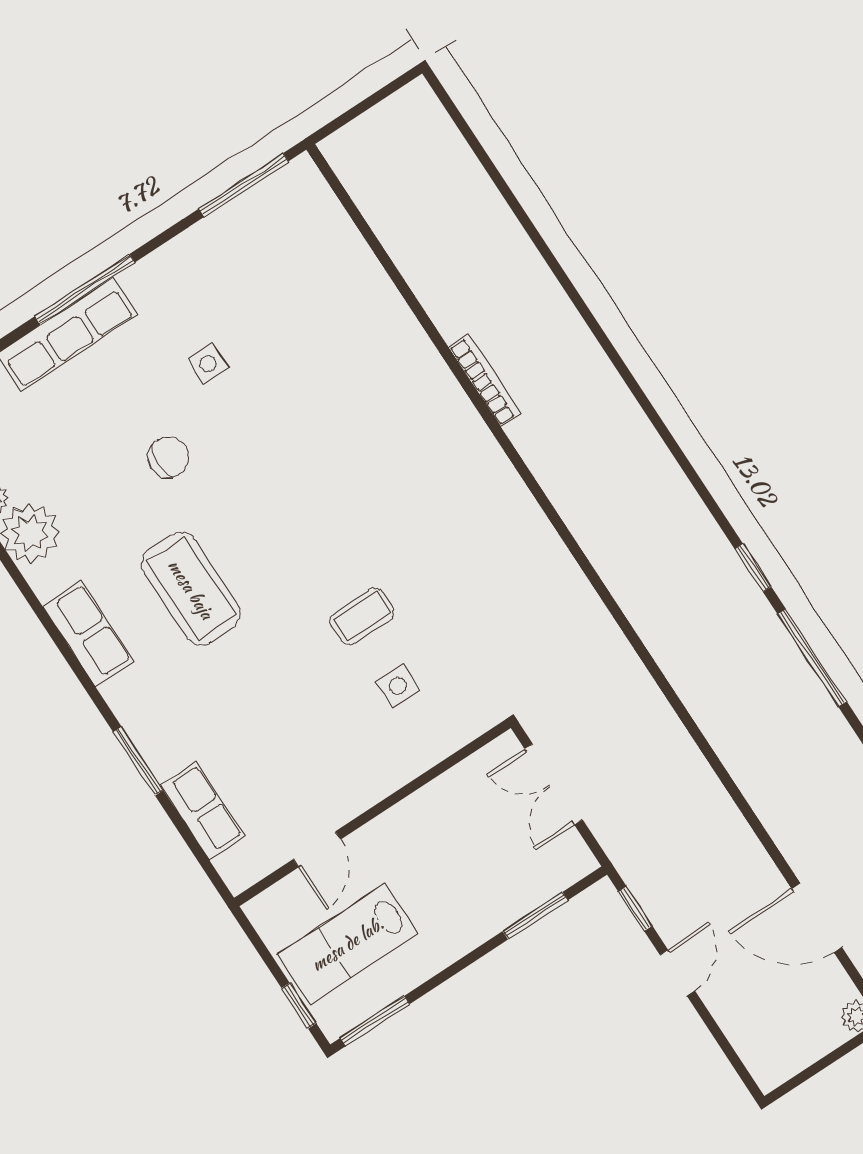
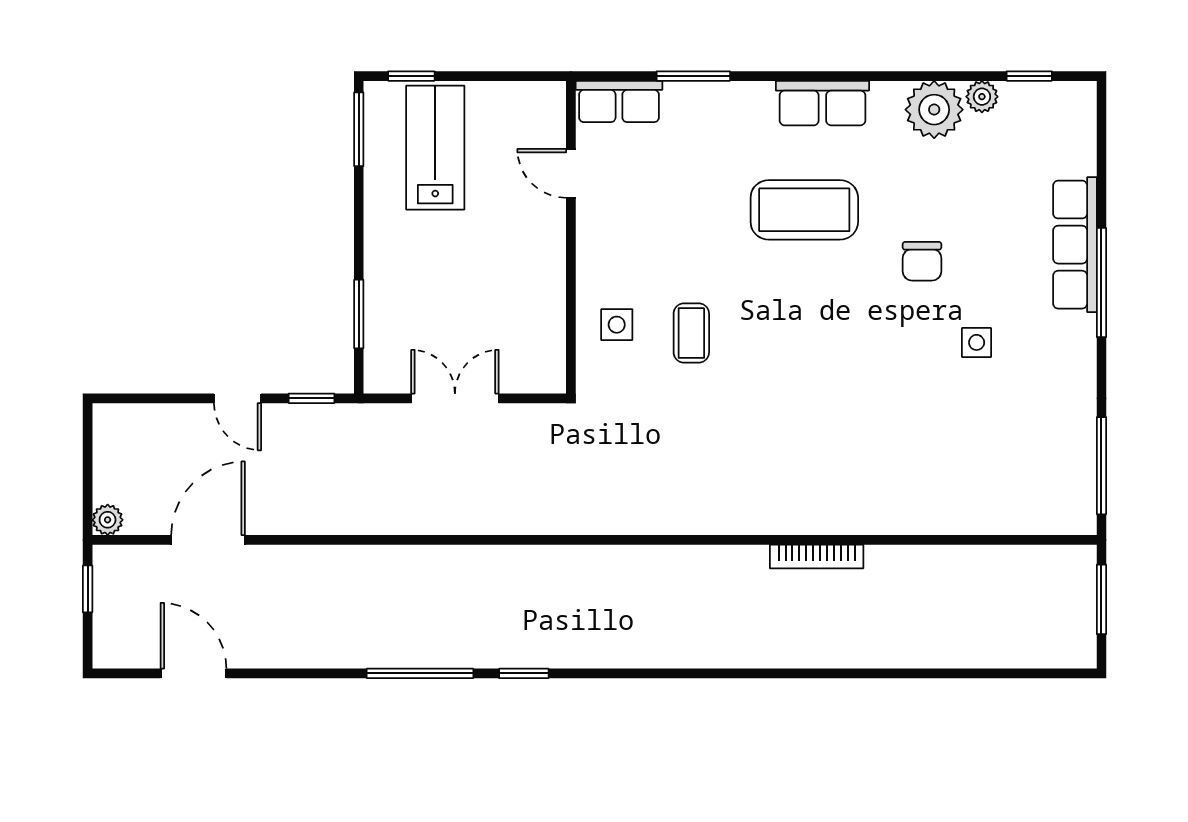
window: (359, 109) -> (1101, 599), added
wall: (372, 813) -> (571, 237), moved
door: (317, 849) -> (571, 173), moved

